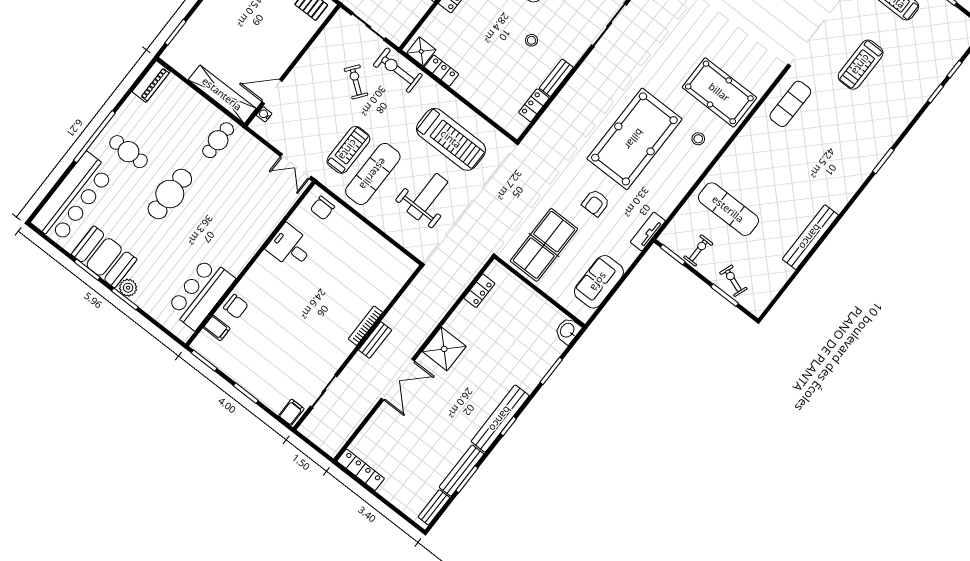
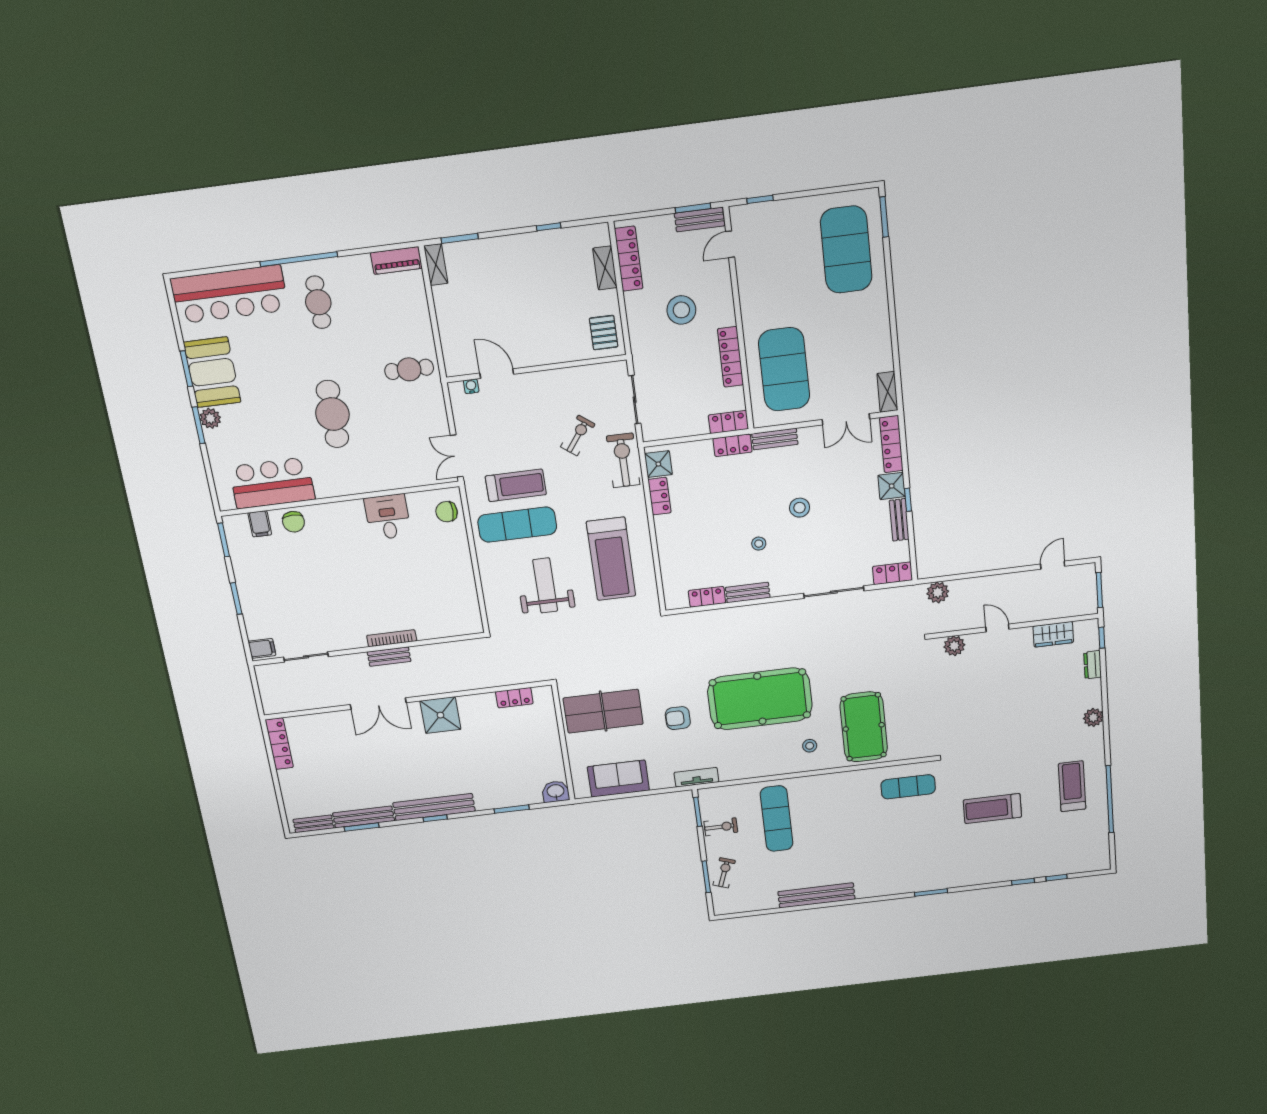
shelving: (222, 94) -> (436, 265), moved, width x0.45, depth x0.75
cafe table: (170, 194) -> (332, 414), moved, turned 90
weight bench: (427, 197) -> (545, 585), turned -90

